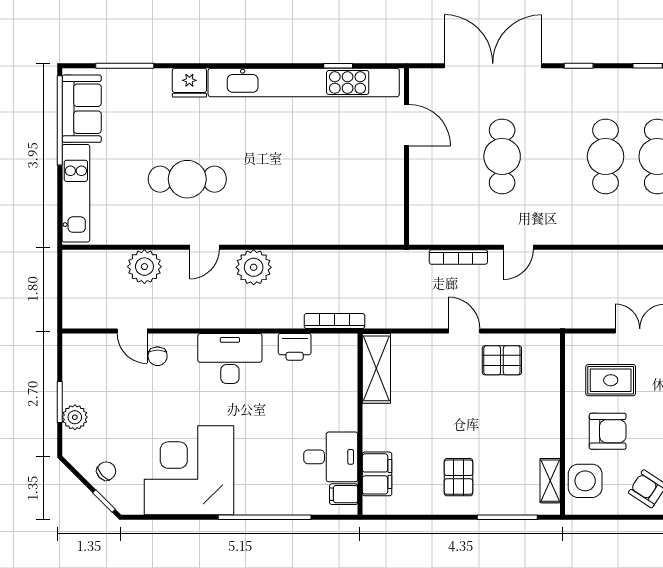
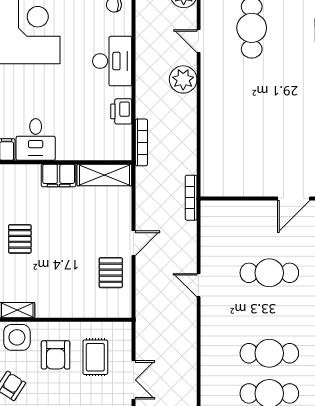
bookcase: (458, 257) -> (191, 198), moved
filing cabinet: (377, 474) -> (59, 175), moved
pallet: (458, 477) -> (20, 239), turned 90

